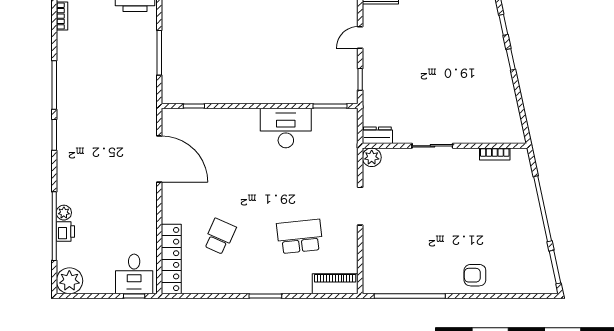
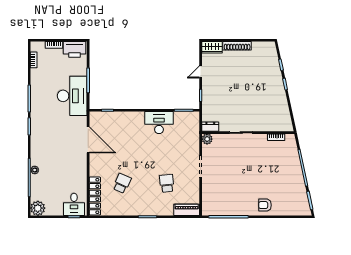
desk: (131, 80) -> (72, 96), added
printer: (65, 231) -> (36, 181), removed
school desk: (300, 236) -> (167, 183), width x0.54

